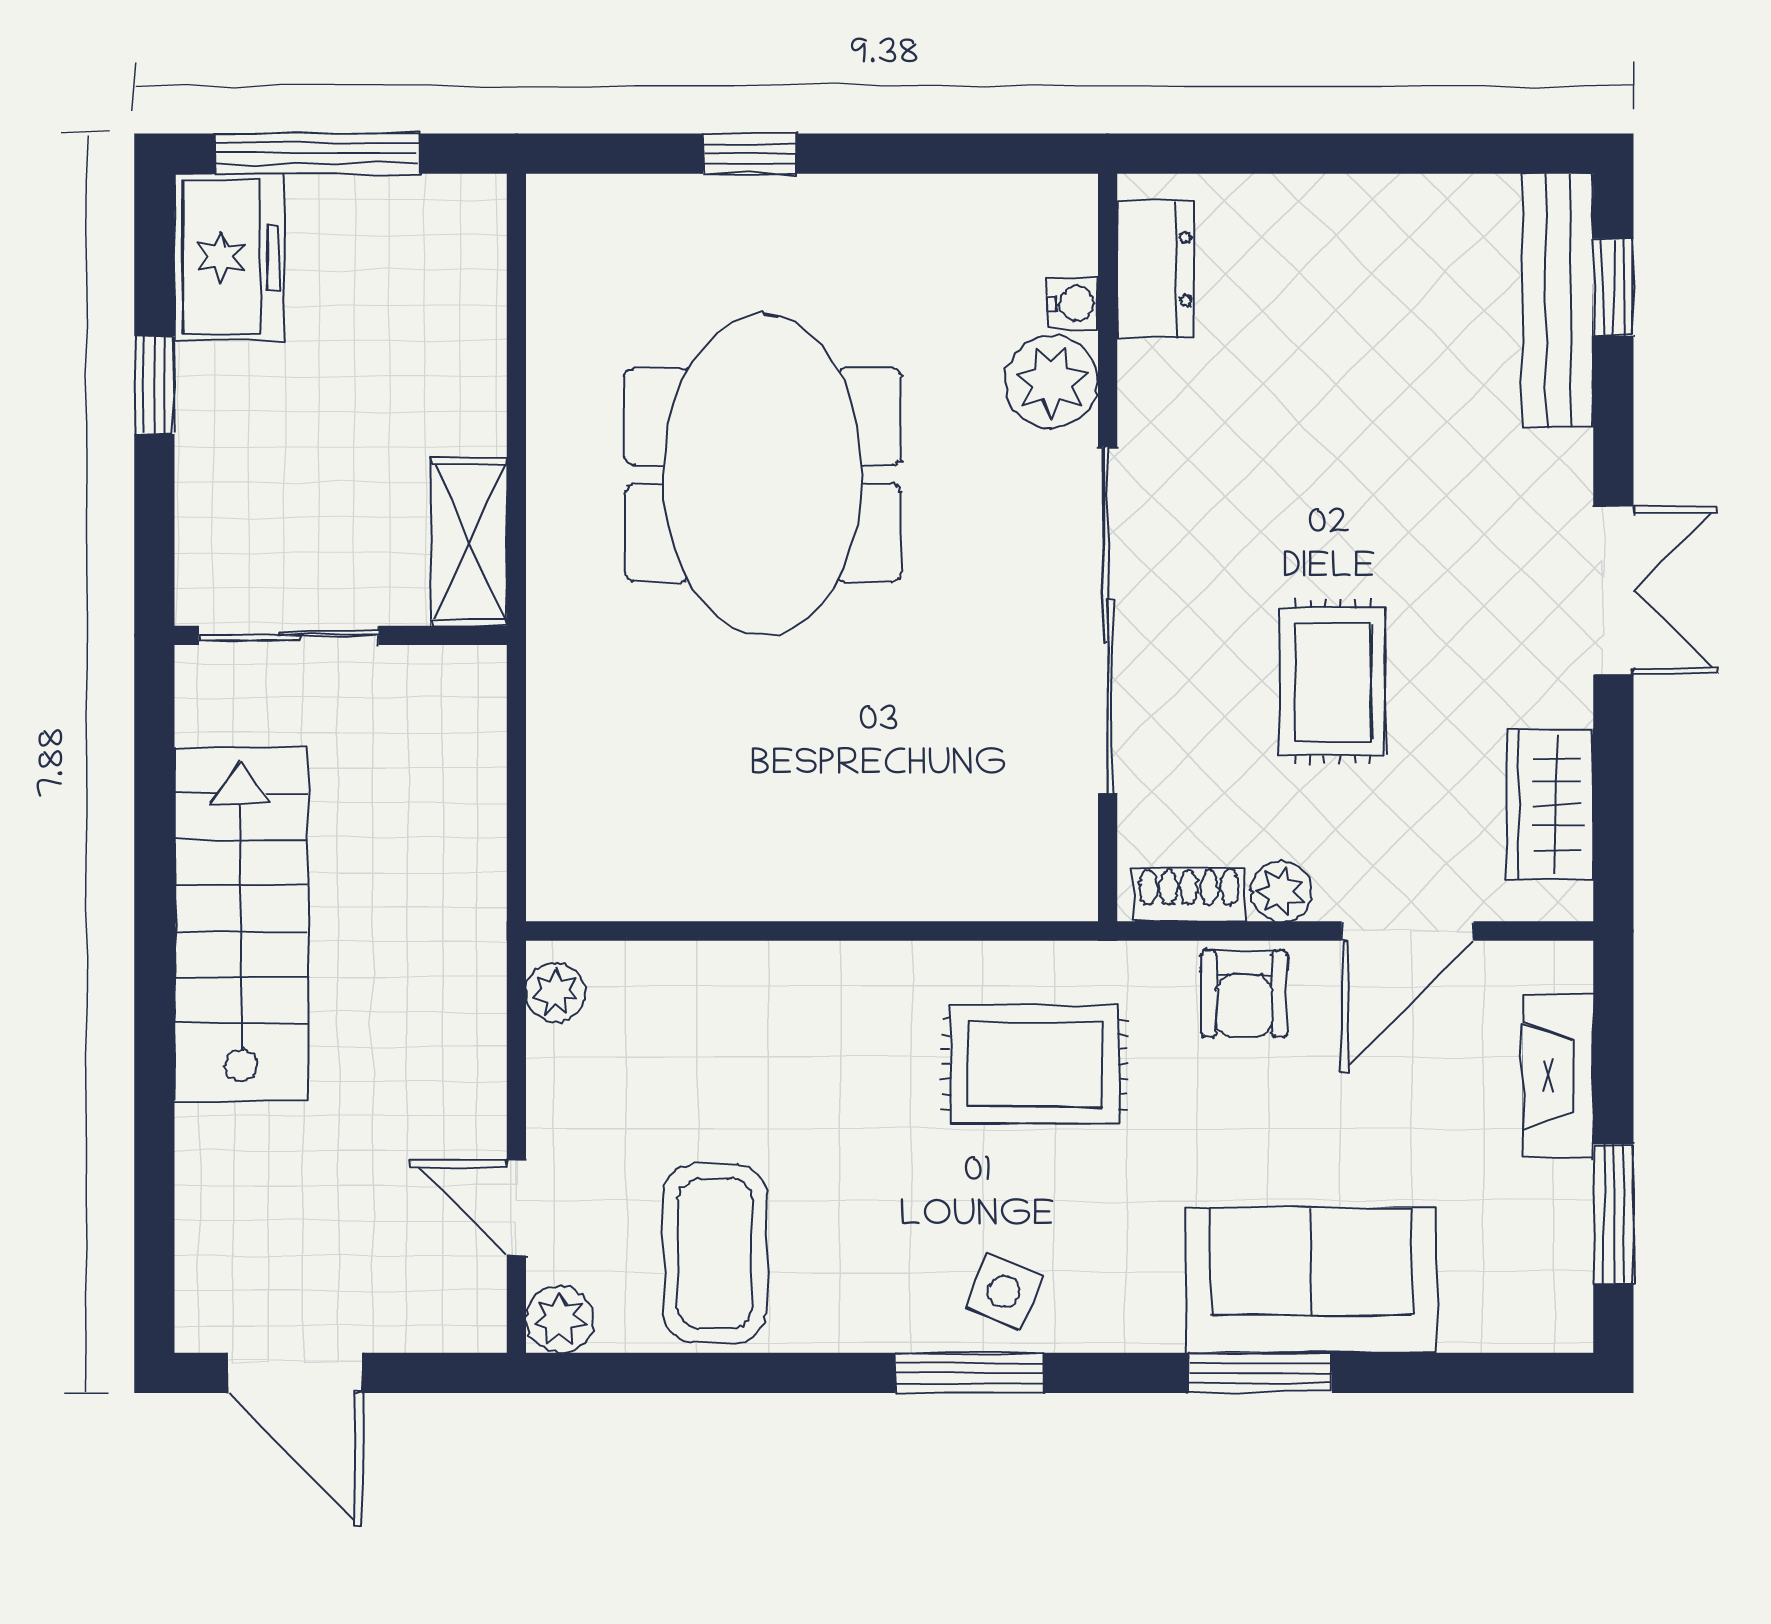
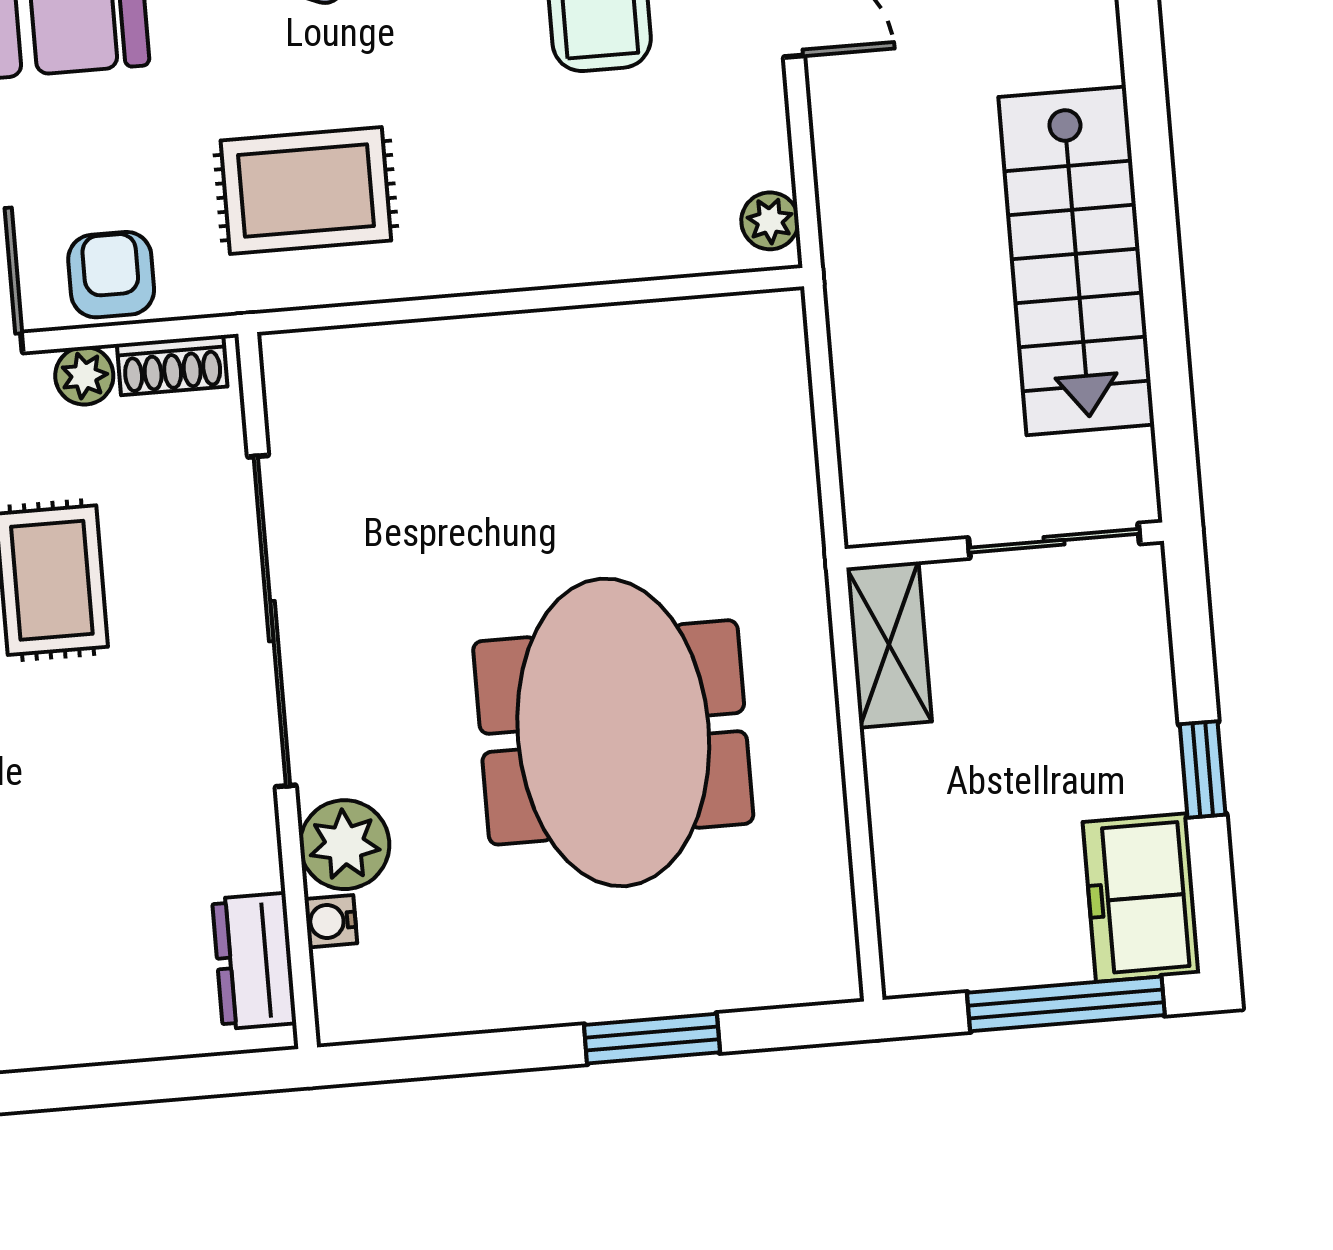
window: (750, 154) -> (652, 1039), width x1.50

